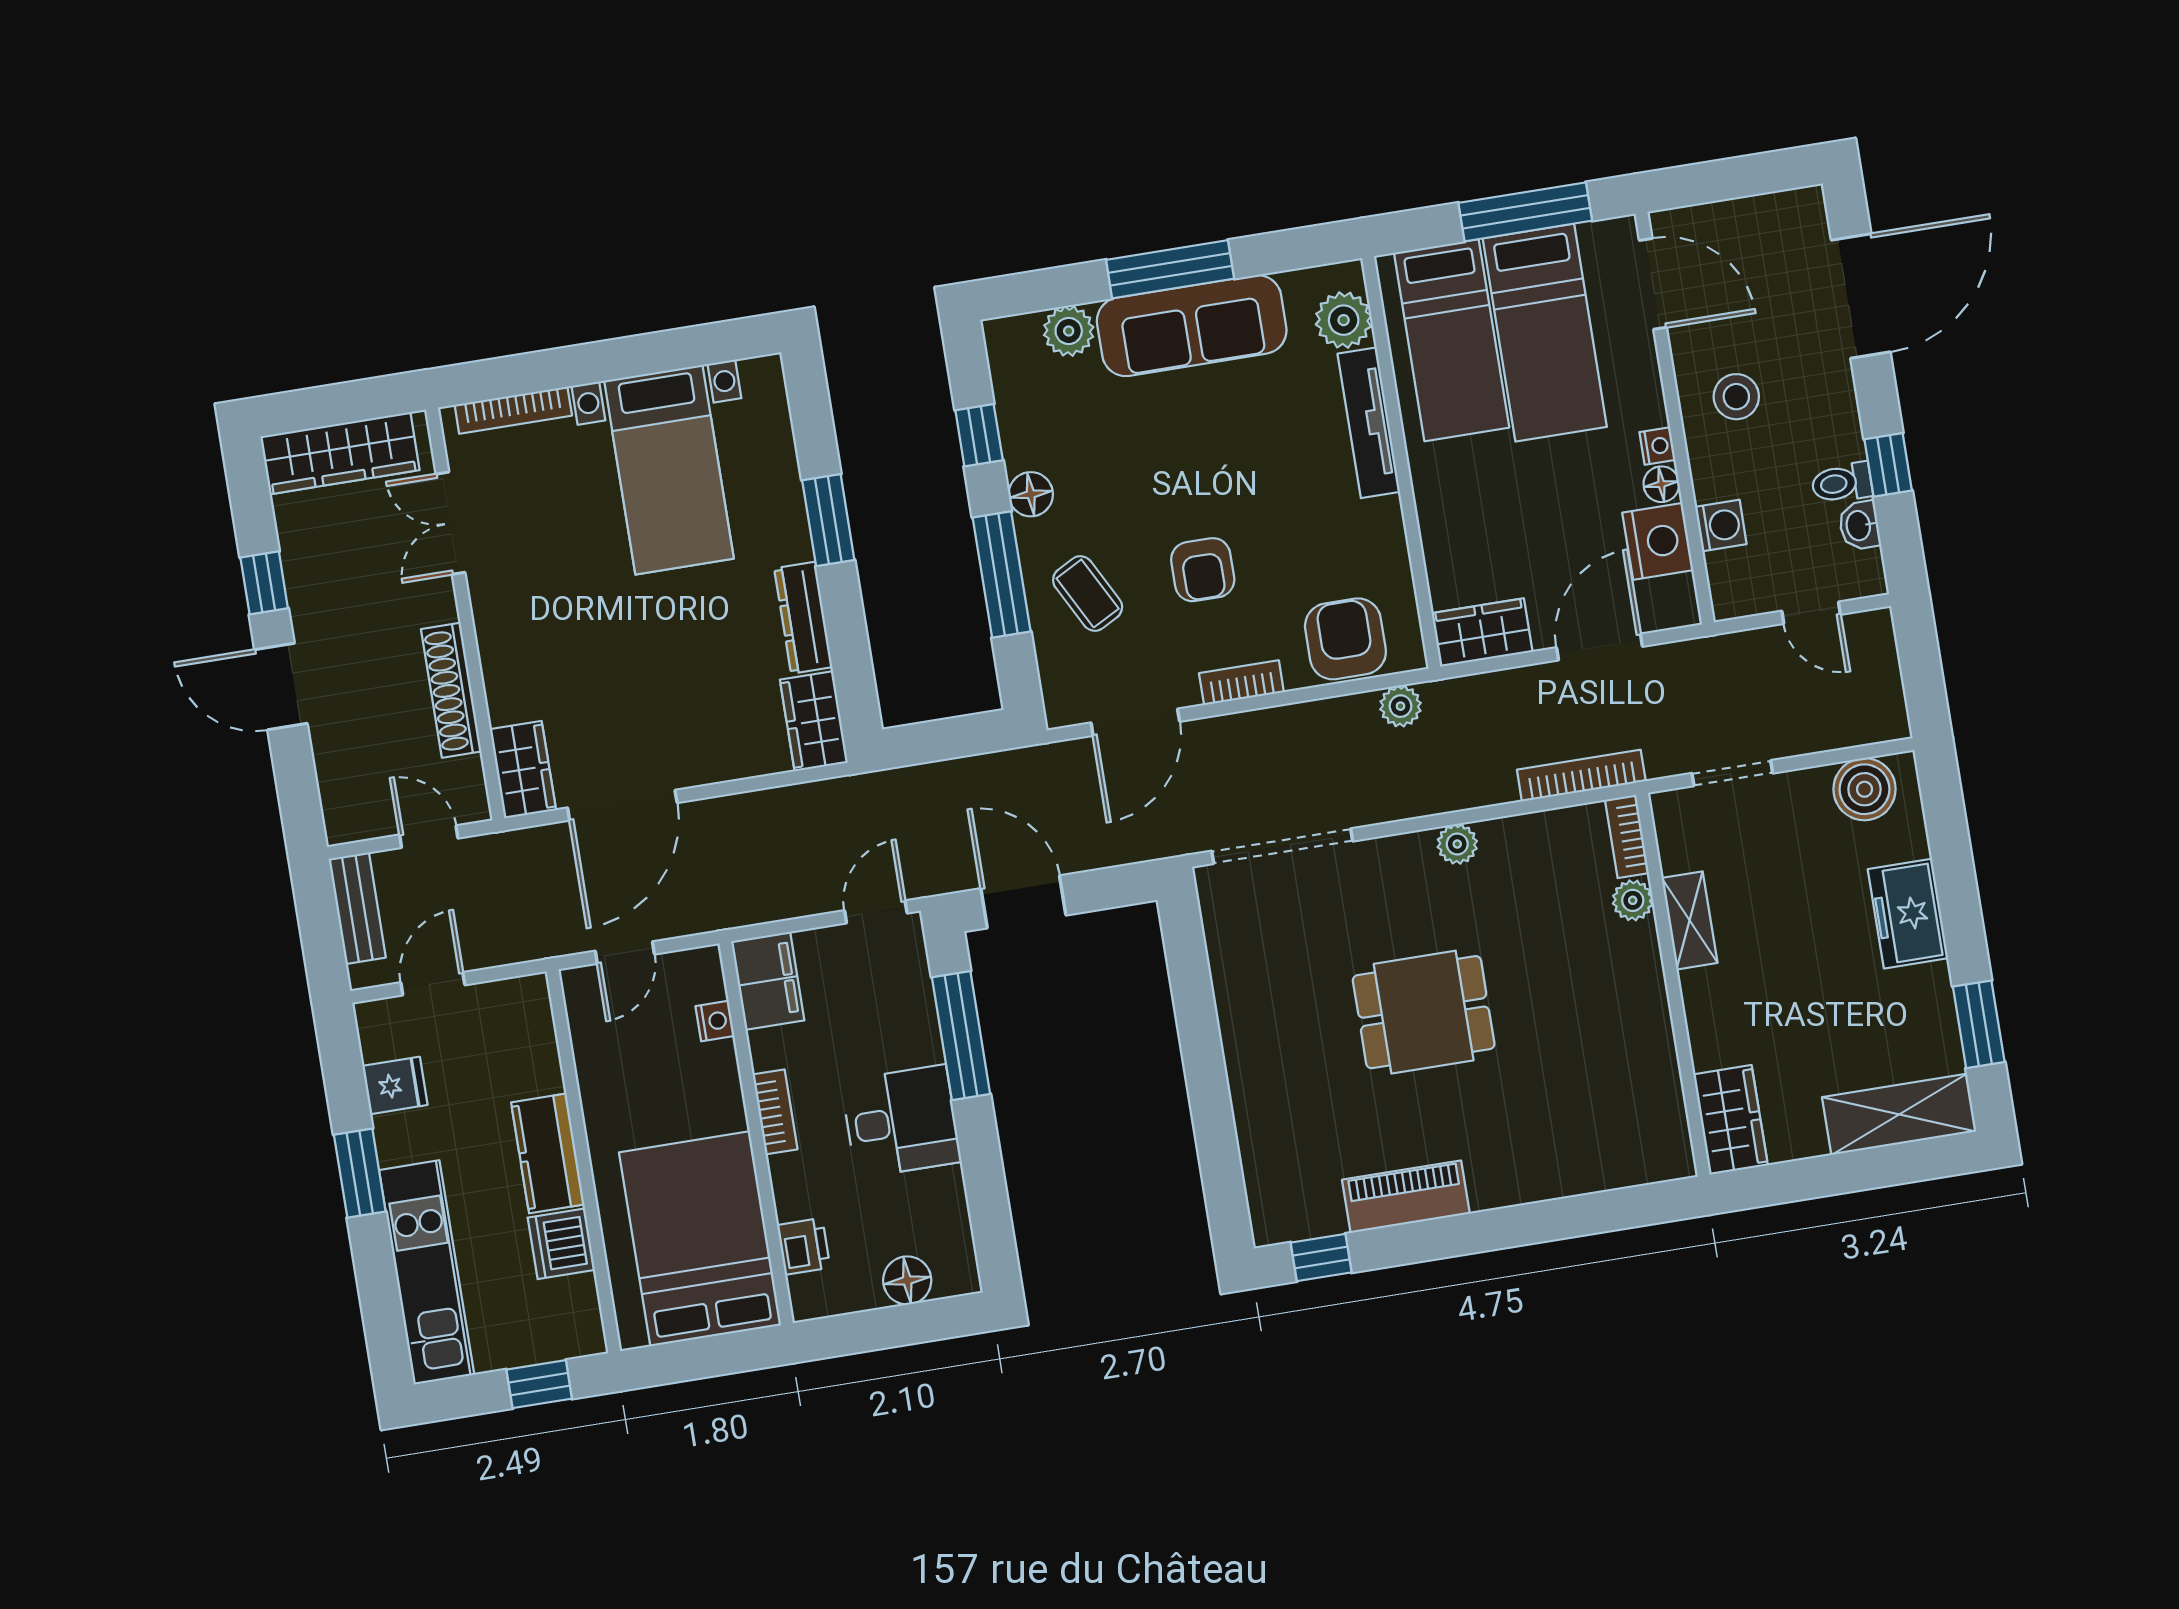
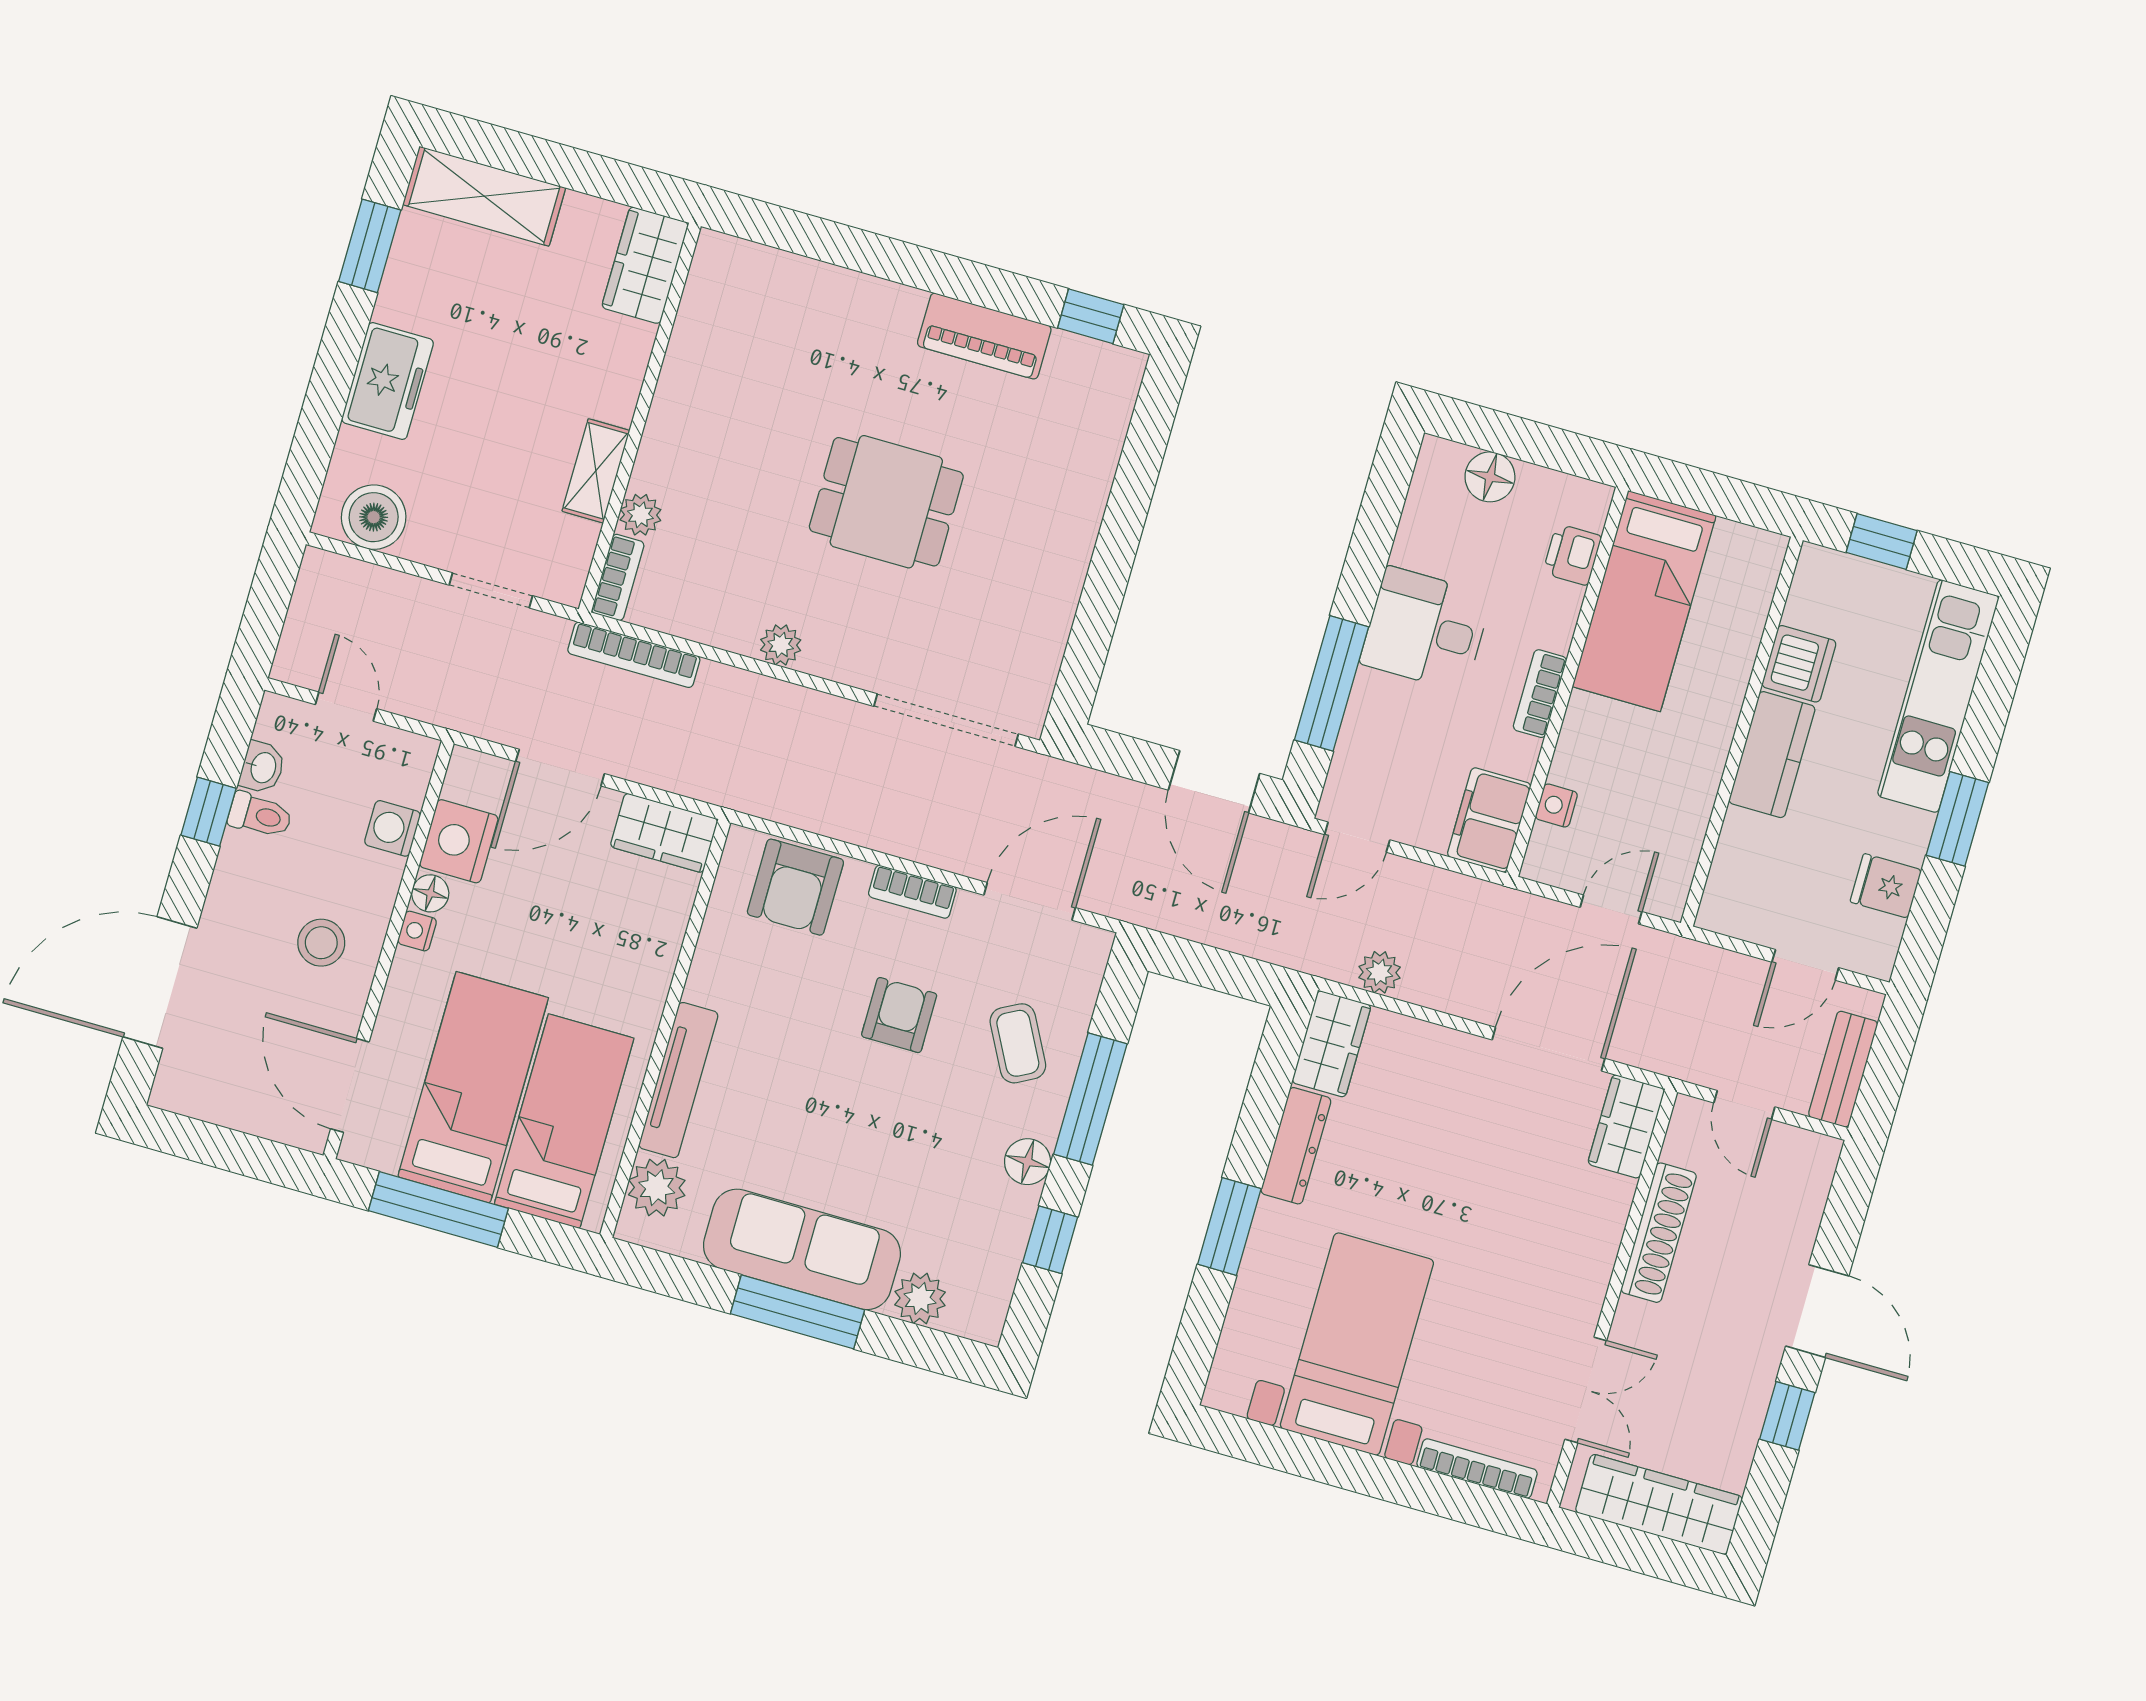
plant: (1401, 706) -> (1380, 972), moved
bed: (700, 1239) -> (1644, 601), width x0.67

